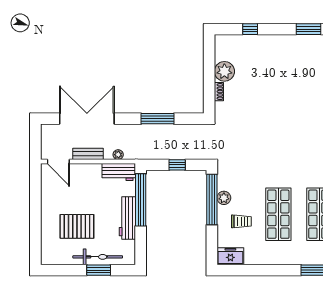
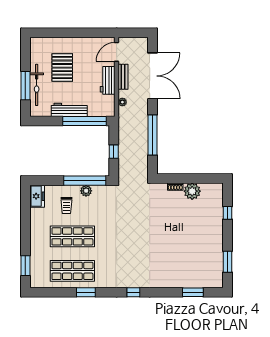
window: (157, 119) -> (152, 135), width x1.46
workbench: (119, 172) -> (108, 80), moved
window: (99, 270) -> (25, 86), width x1.44

